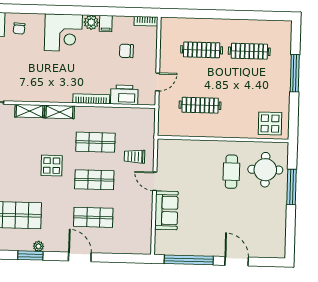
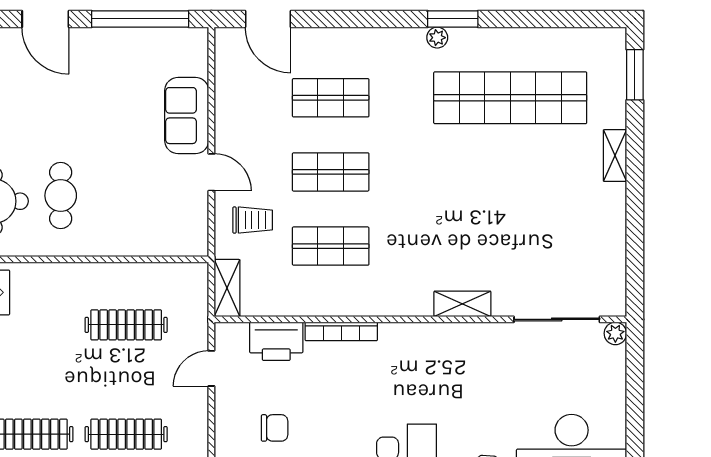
shelving: (59, 112) -> (227, 288), moved, turned 90
display table: (52, 166) -> (416, 198), removed
door: (80, 257) -> (268, 19), moved

